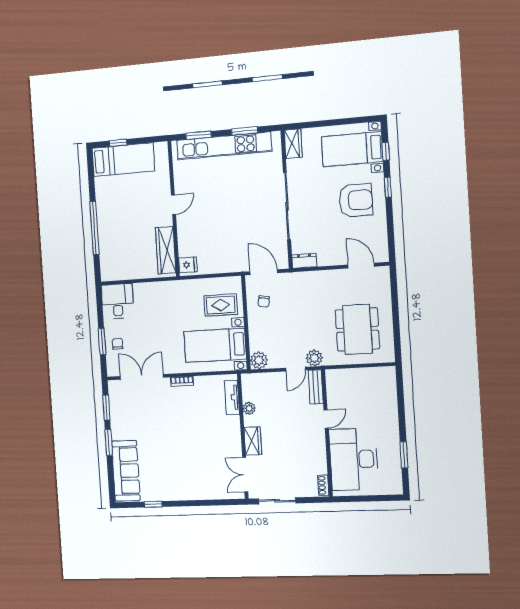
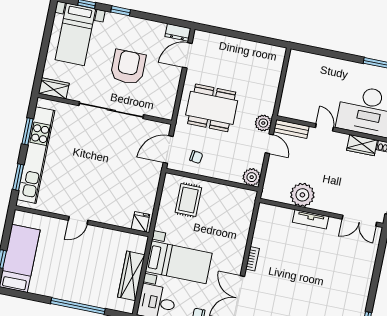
armchair: (356, 200) -> (128, 67), moved
door: (173, 205) -> (78, 220), swing flipped
wardrobe: (166, 250) -> (131, 276), moved, turned 90
dresser: (304, 261) -> (178, 32), moved, turned -90
dining table: (357, 329) -> (212, 108), moved
bed with nightstands: (215, 345) -> (179, 262), moved, turned -90
tv unit: (232, 397) -> (311, 219), moved
plant: (249, 408) -> (302, 195), width x1.87, depth x1.87
wardrobe: (253, 441) -> (362, 145), moved, turned 180

